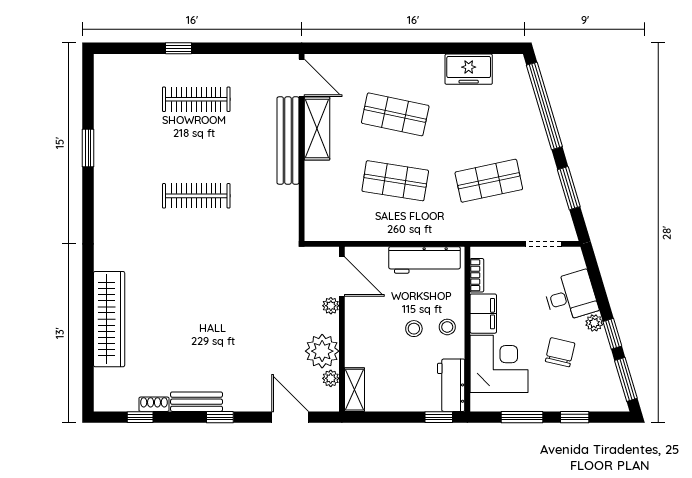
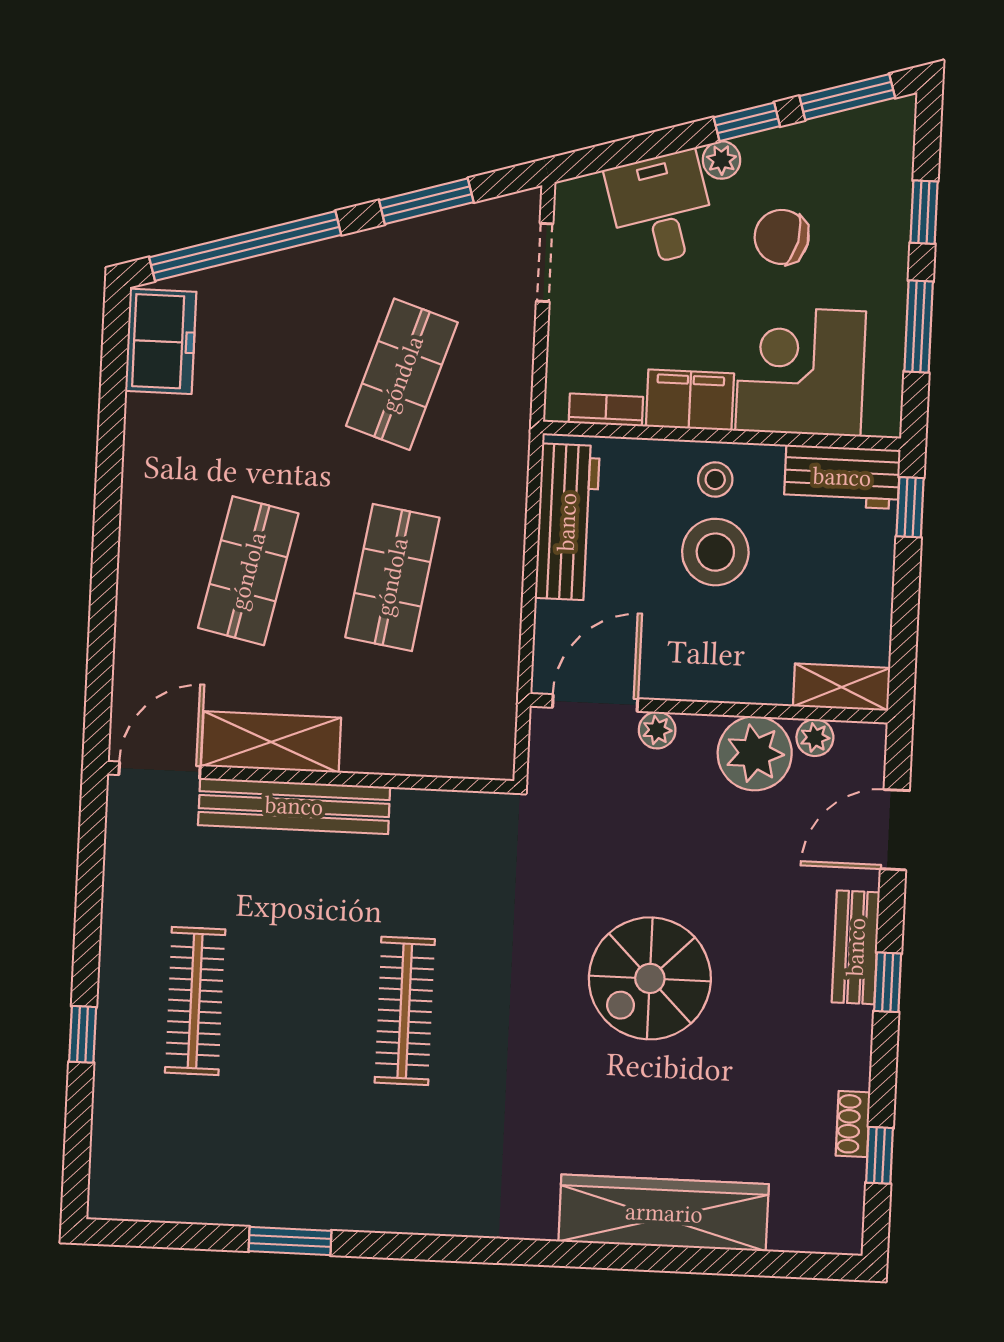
freezer: (469, 69) -> (161, 341), moved
shop shelf: (489, 181) -> (402, 374), turned 30
spiral stairs: (217, 308) -> (650, 978), added
stool: (414, 329) -> (715, 552), width x1.89, depth x1.89
bench: (197, 402) -> (856, 947), moved

